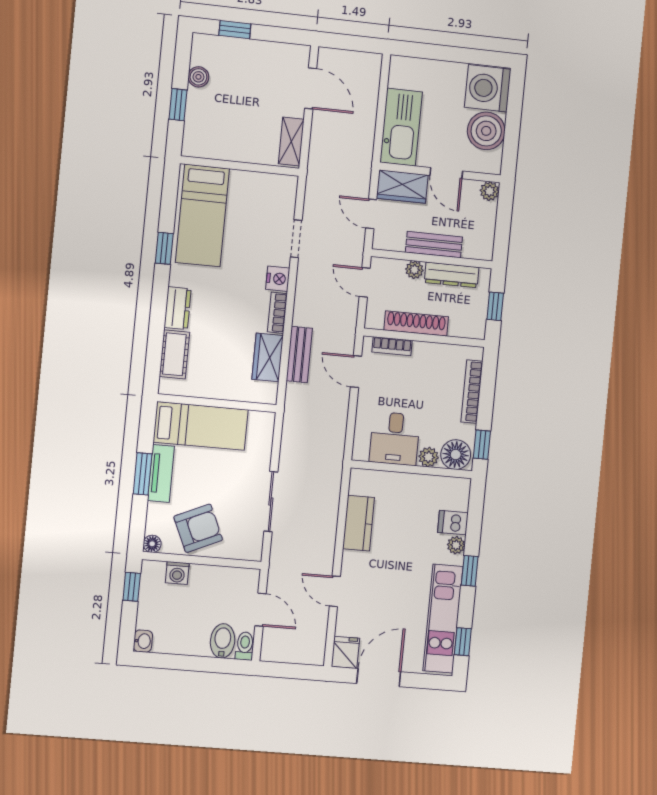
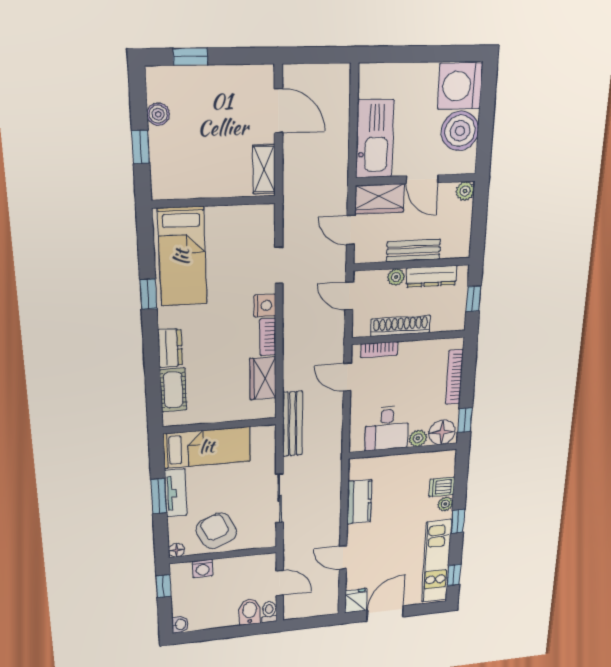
bench: (299, 355) -> (292, 424), moved, width x1.36
armchair: (198, 528) -> (216, 531), turned -90

